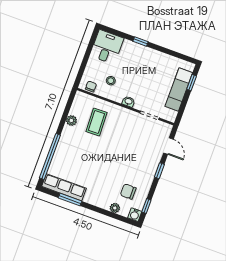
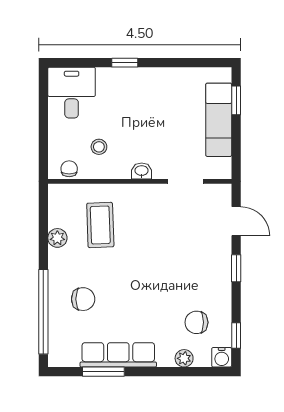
chair: (73, 158) -> (83, 299), added
row of seats: (64, 187) -> (118, 355), moved

